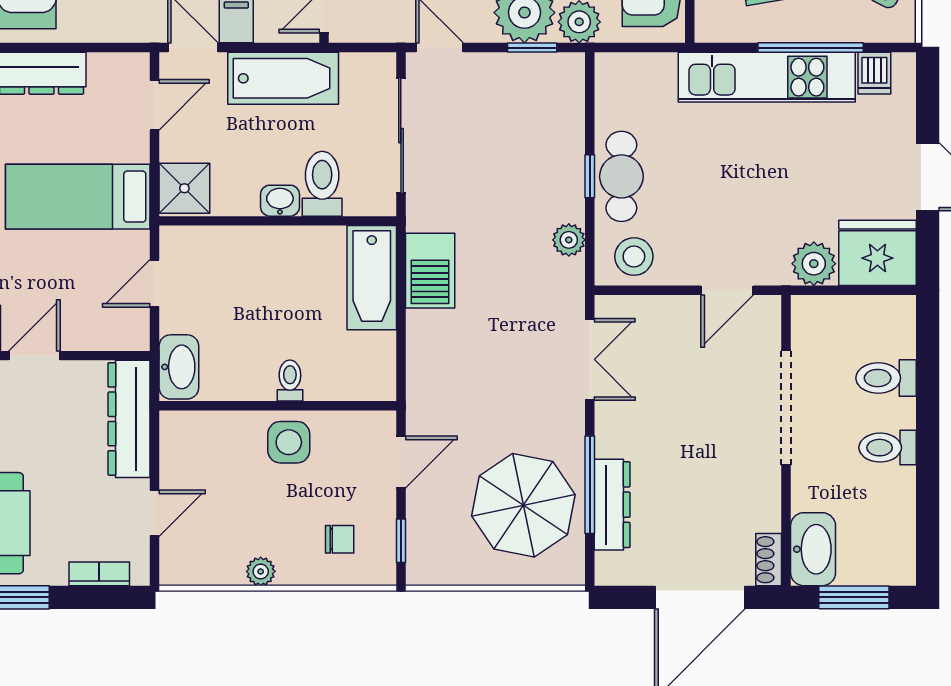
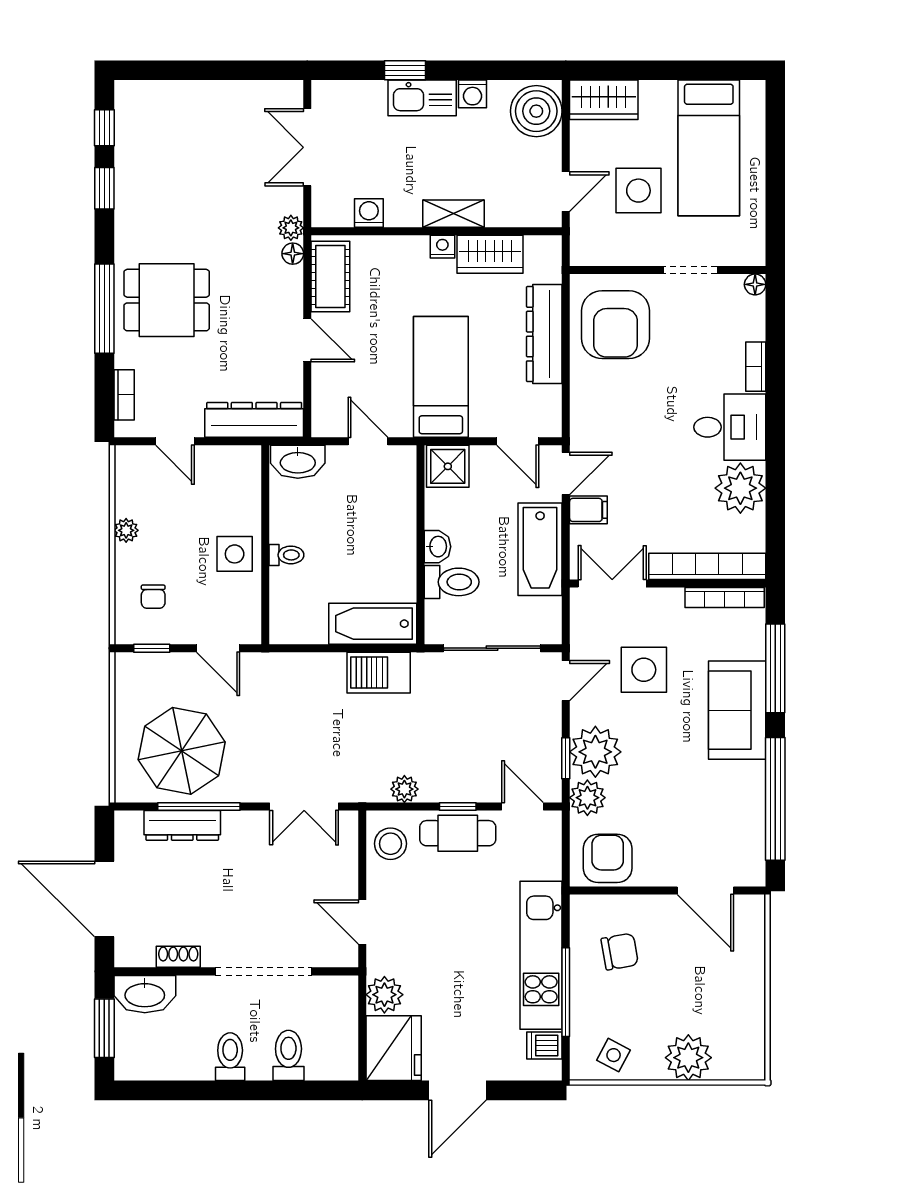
door: (590, 99) -> (523, 807), added
shoe rack: (769, 560) -> (178, 957), moved

